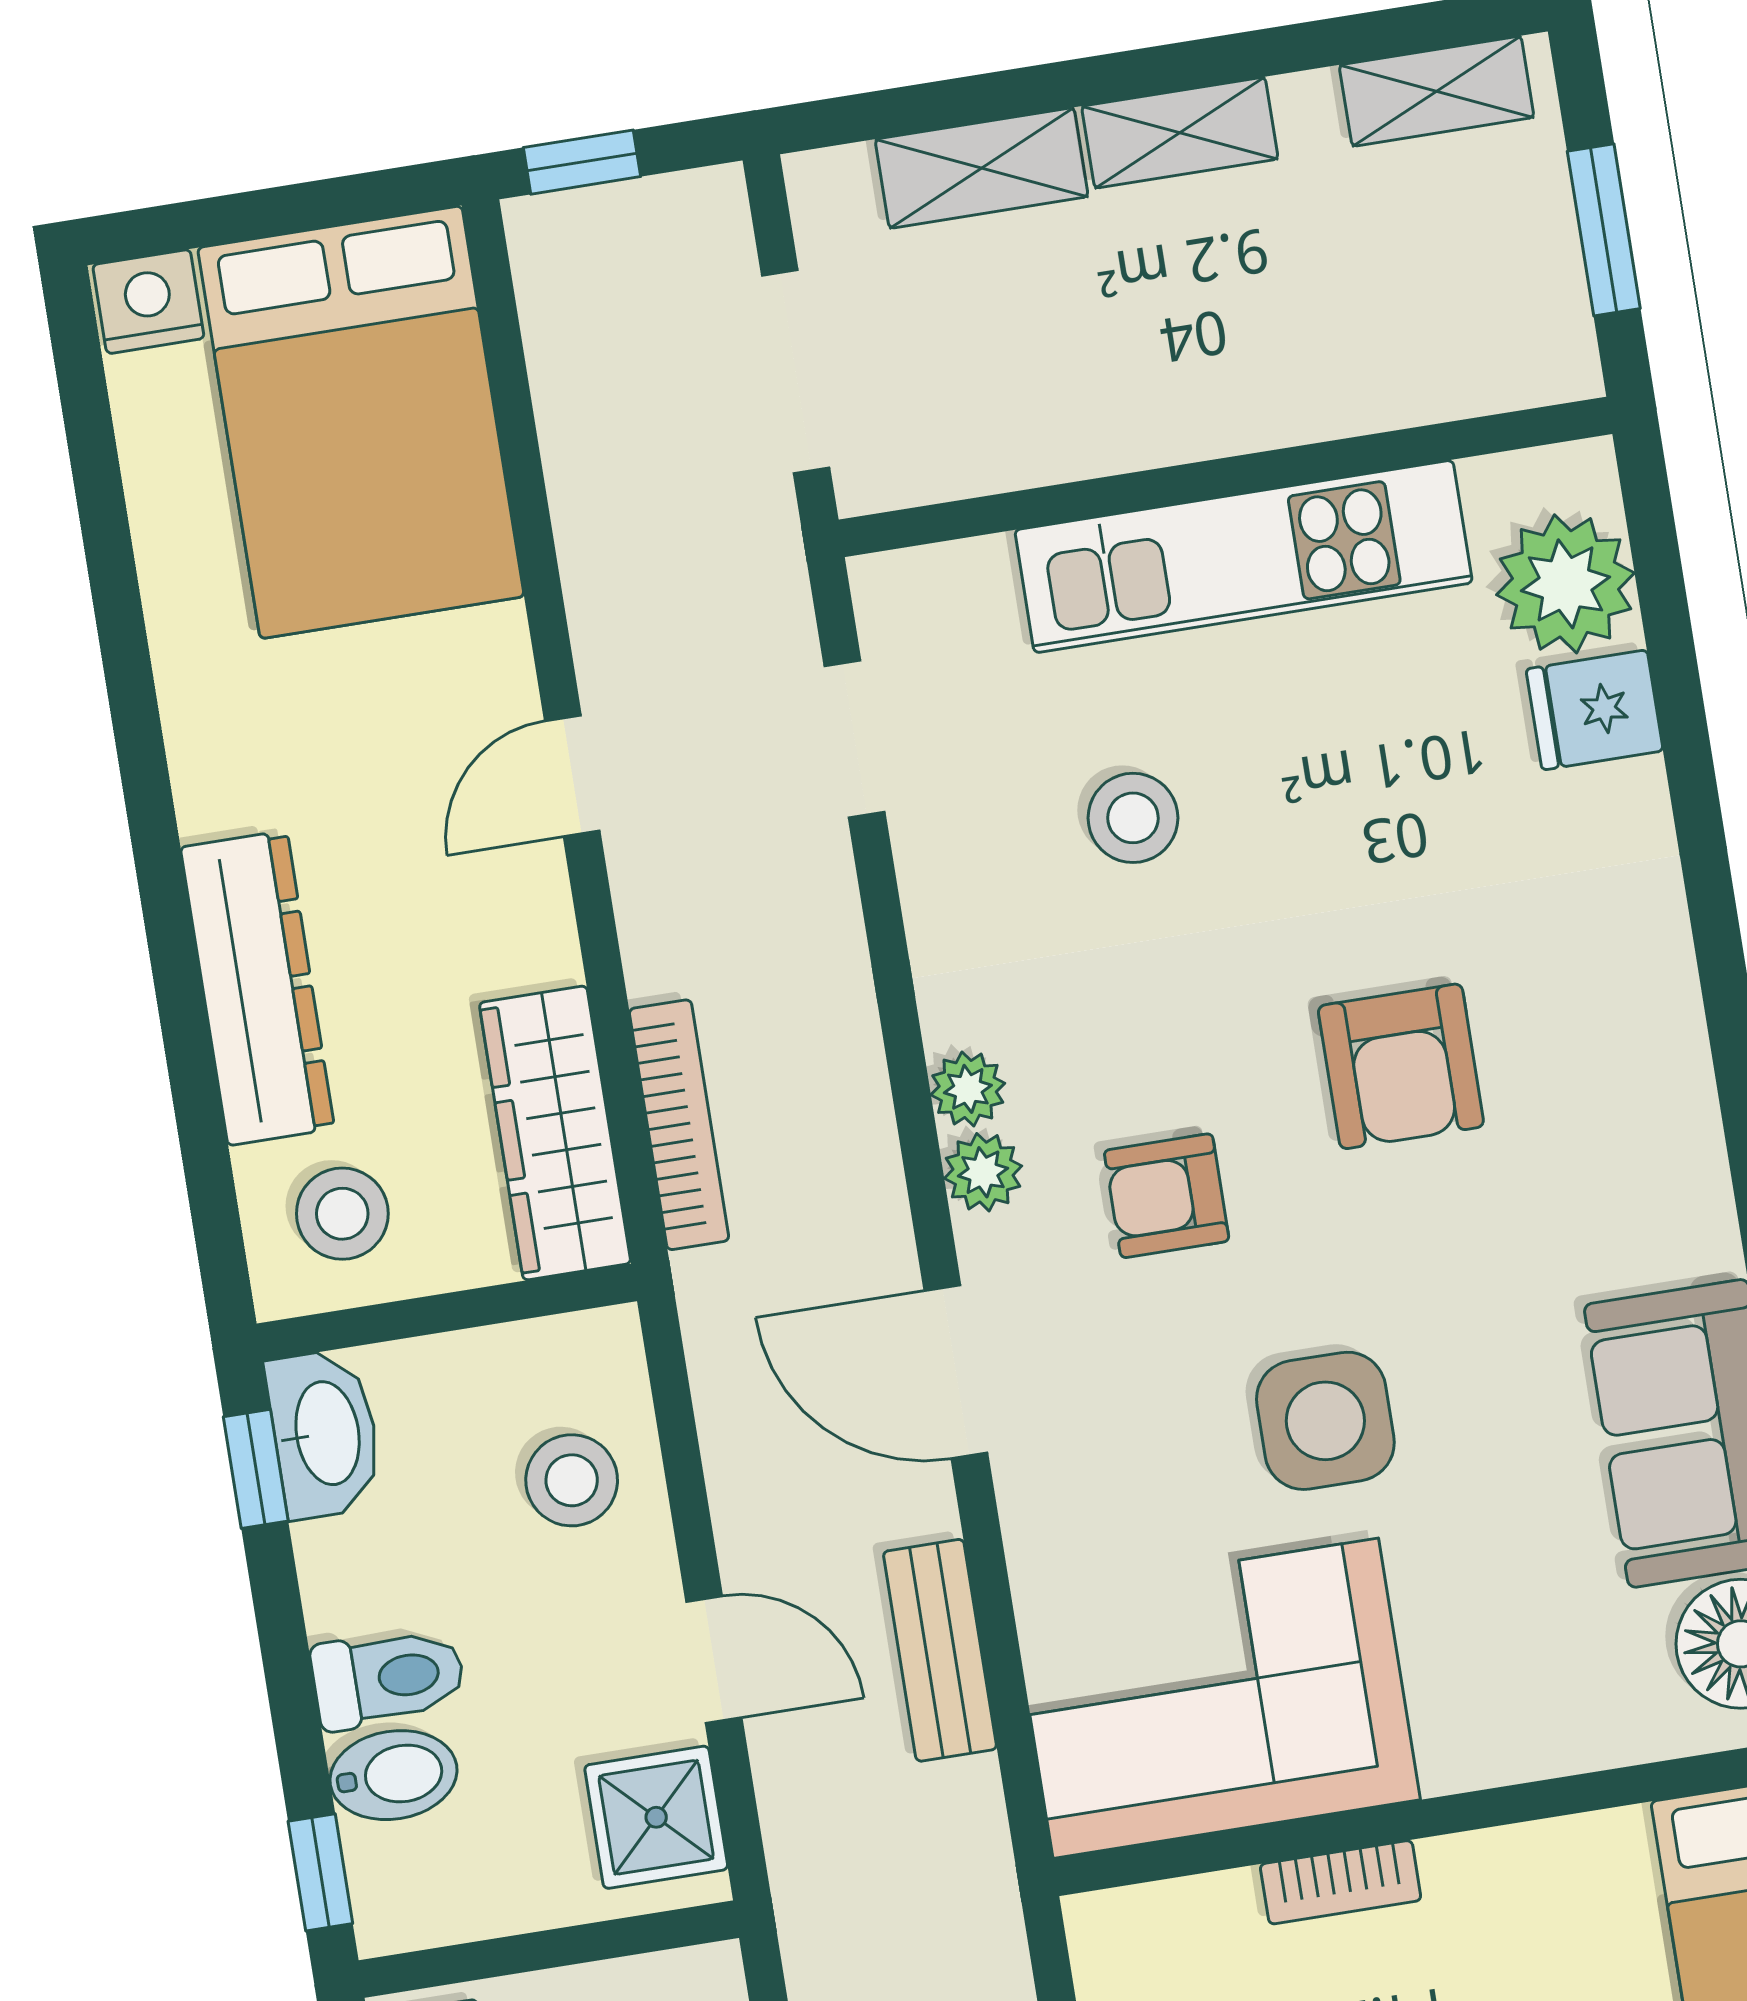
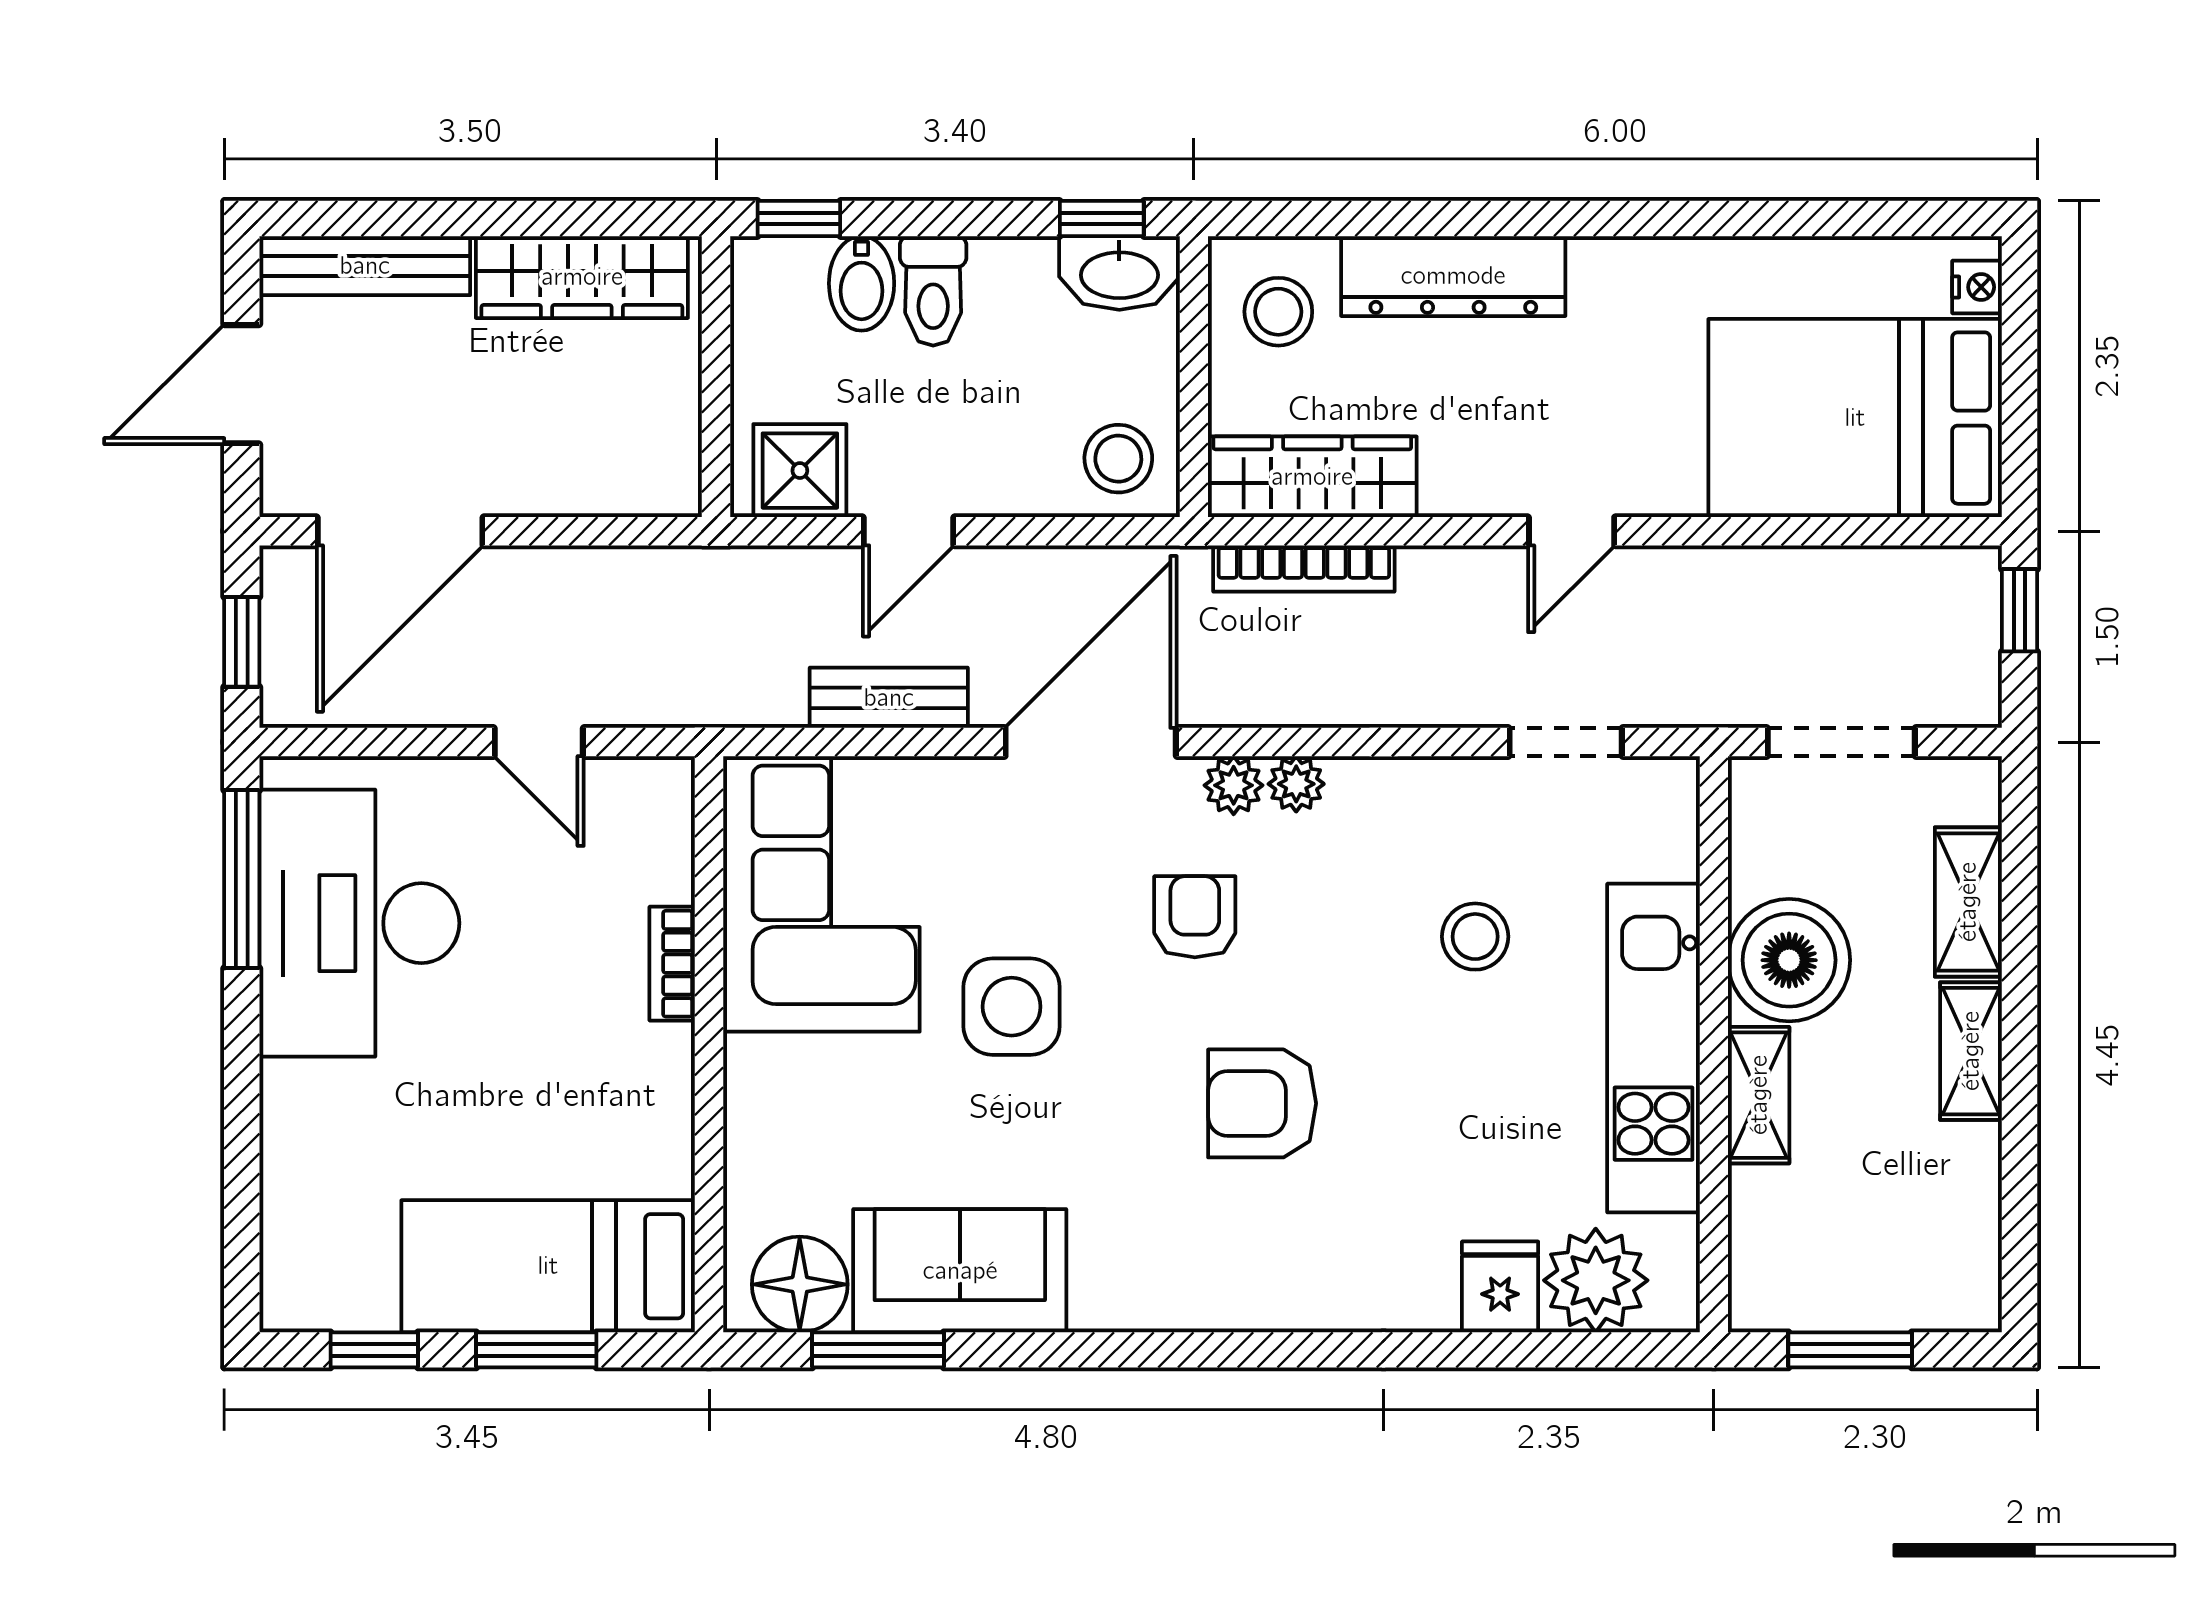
shelving: (1437, 91) -> (1759, 1095), moved
nightstand: (148, 302) -> (1977, 287), width x0.72, depth x0.74
boiler: (1097, 395) -> (1789, 960), added
door: (572, 776) -> (1572, 531), swing flipped
door: (956, 1372) -> (1091, 742), width x1.36
stool: (572, 1480) -> (1118, 459), moved

